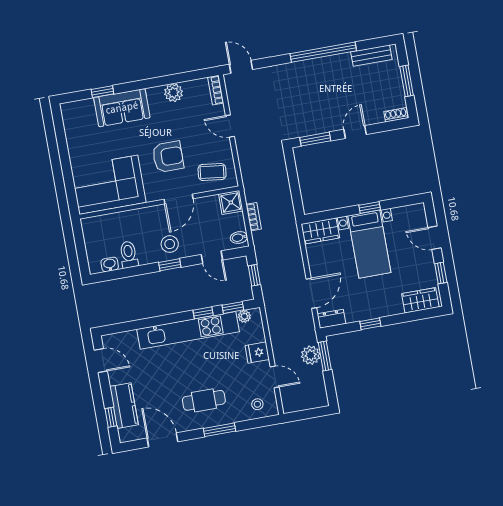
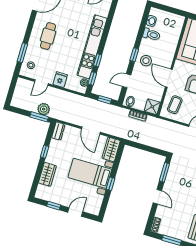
door: (311, 293) -> (91, 130), moved
wardrobe: (420, 300) -> (47, 174), moved
window: (220, 430) -> (22, 53), moved

